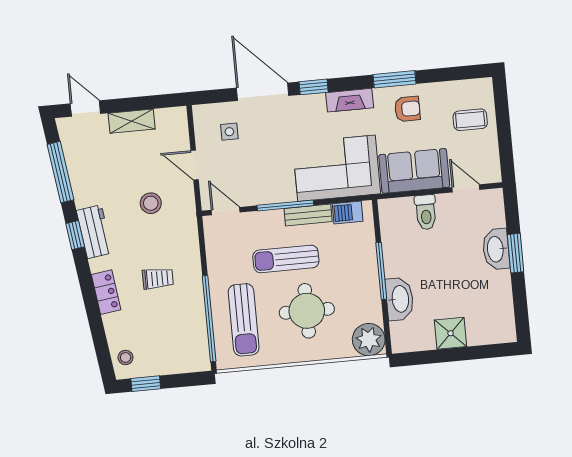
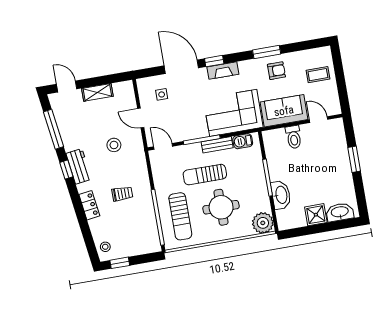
fireplace: (350, 100) -> (223, 71), moved
washbasin: (496, 249) -> (340, 212), moved, turned 90

